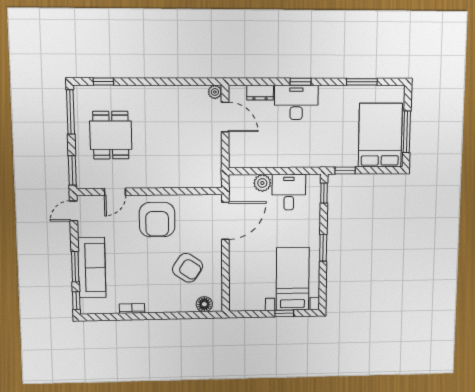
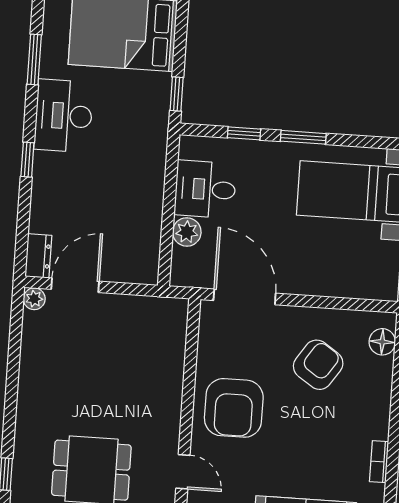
dresser: (260, 93) -> (38, 256), moved
desk: (296, 102) -> (64, 116), moved
window: (324, 193) -> (244, 133), moved
armchair: (157, 220) -> (234, 408), turned 90

